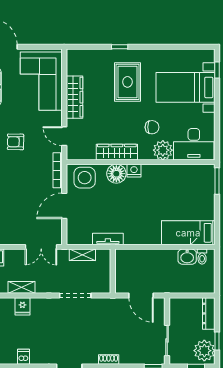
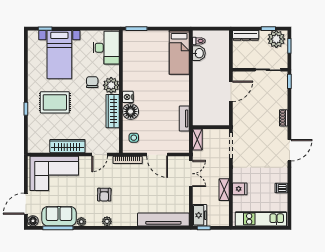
plant: (163, 150) -> (111, 85), moved
side table: (85, 178) -> (134, 138), width x0.54, depth x0.54
wall: (113, 271) -> (211, 127), moved

